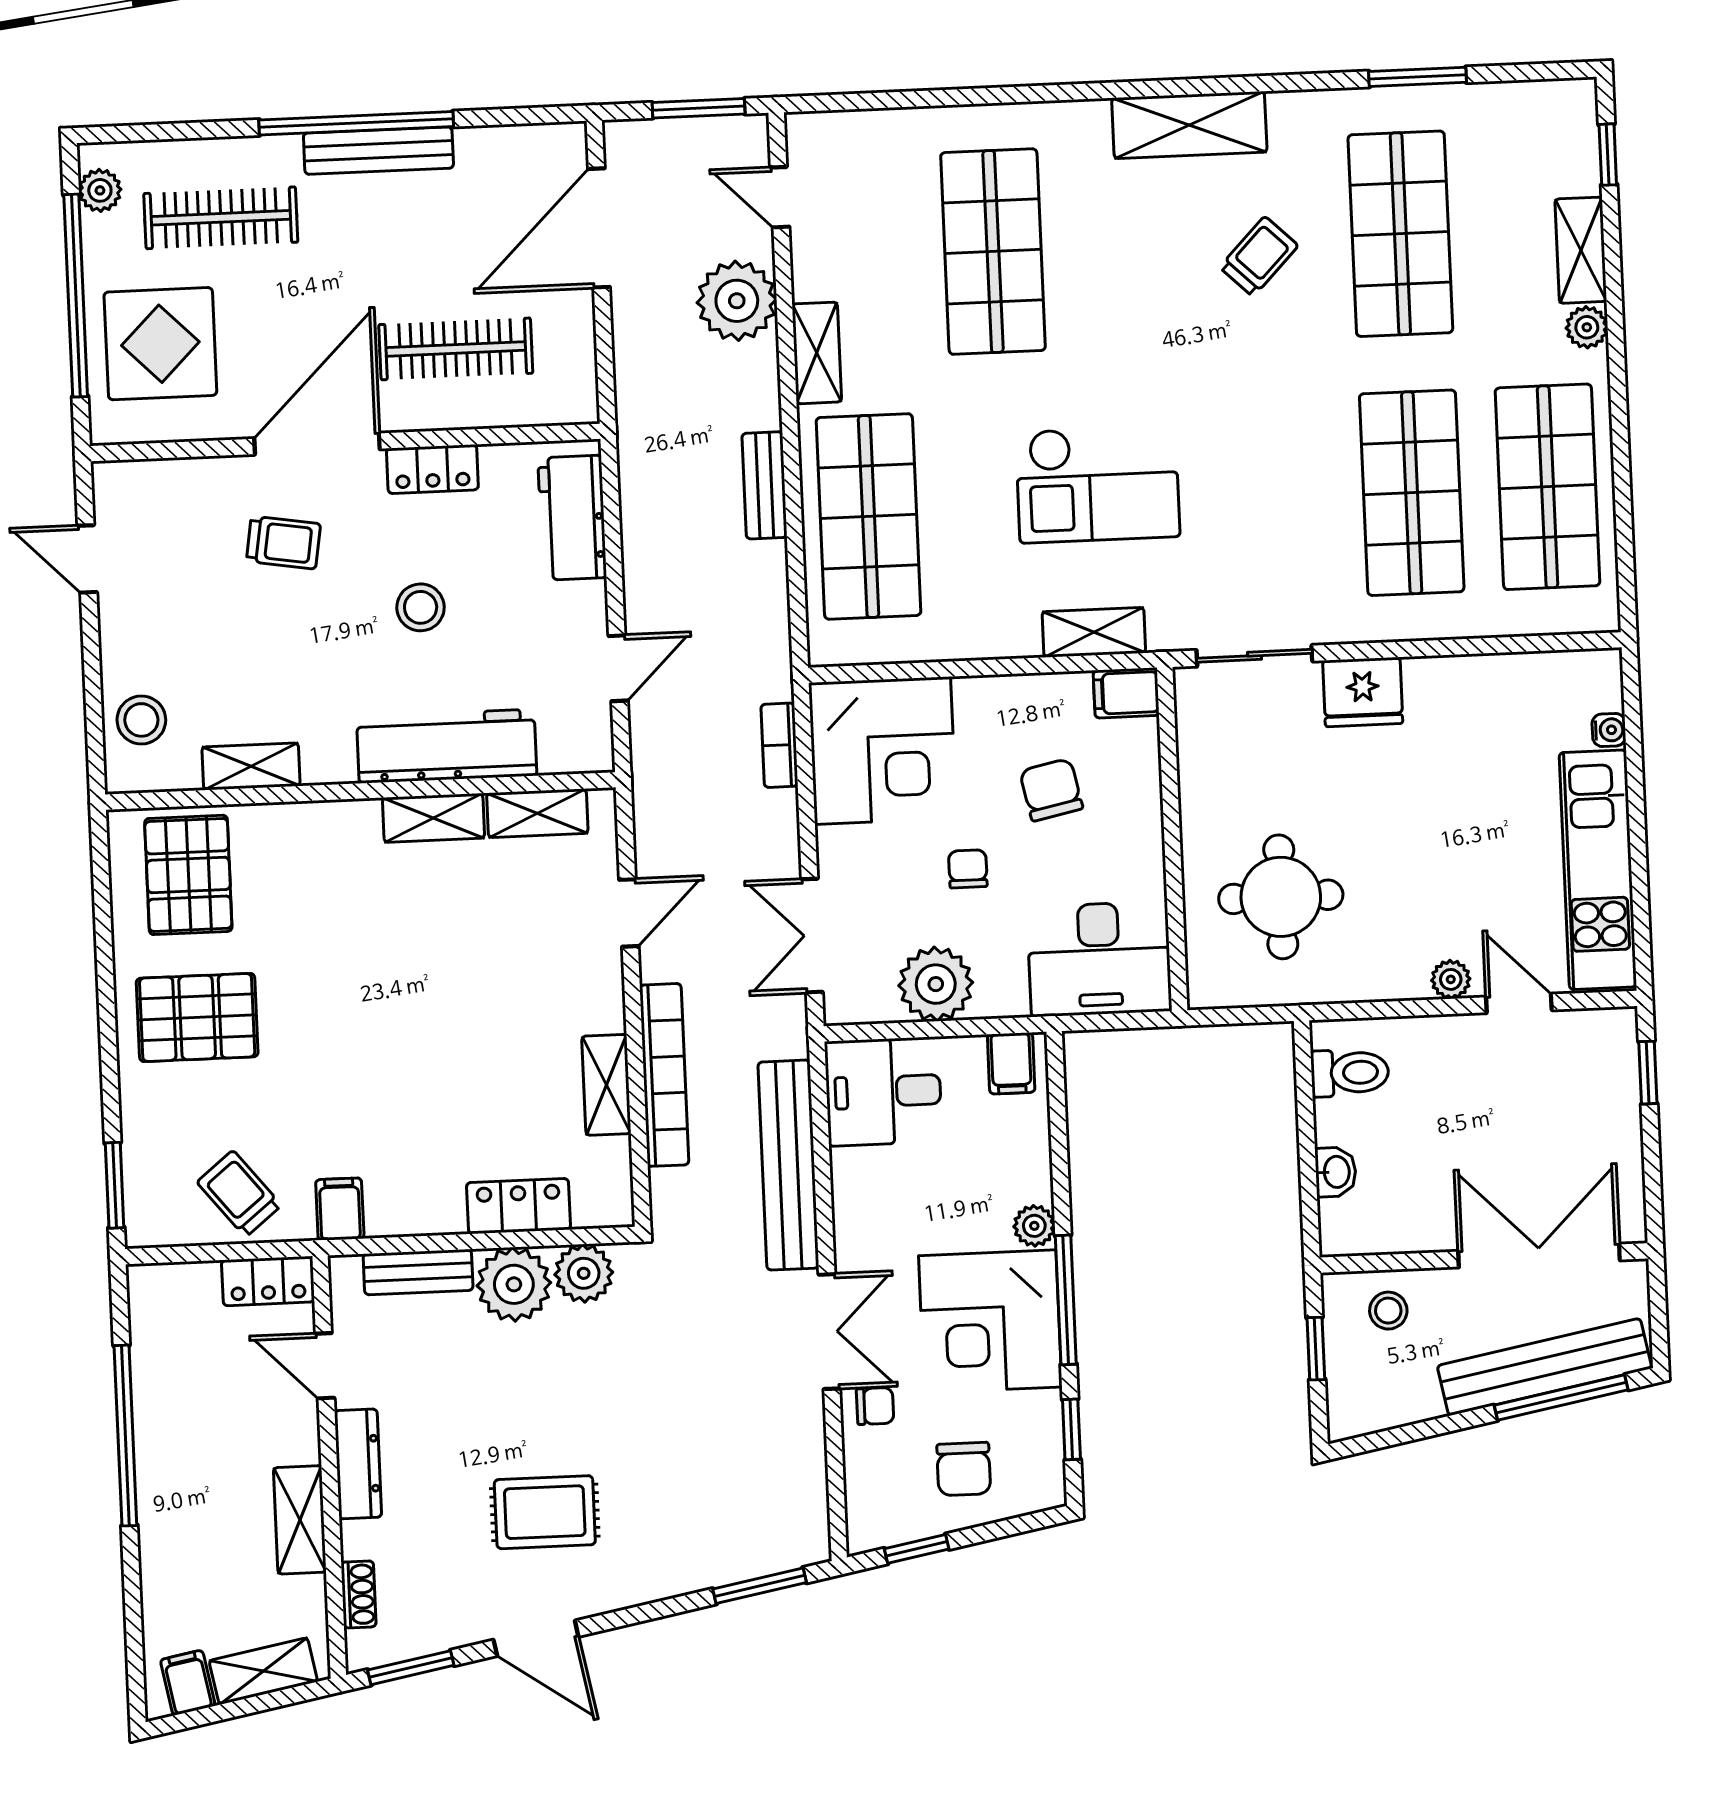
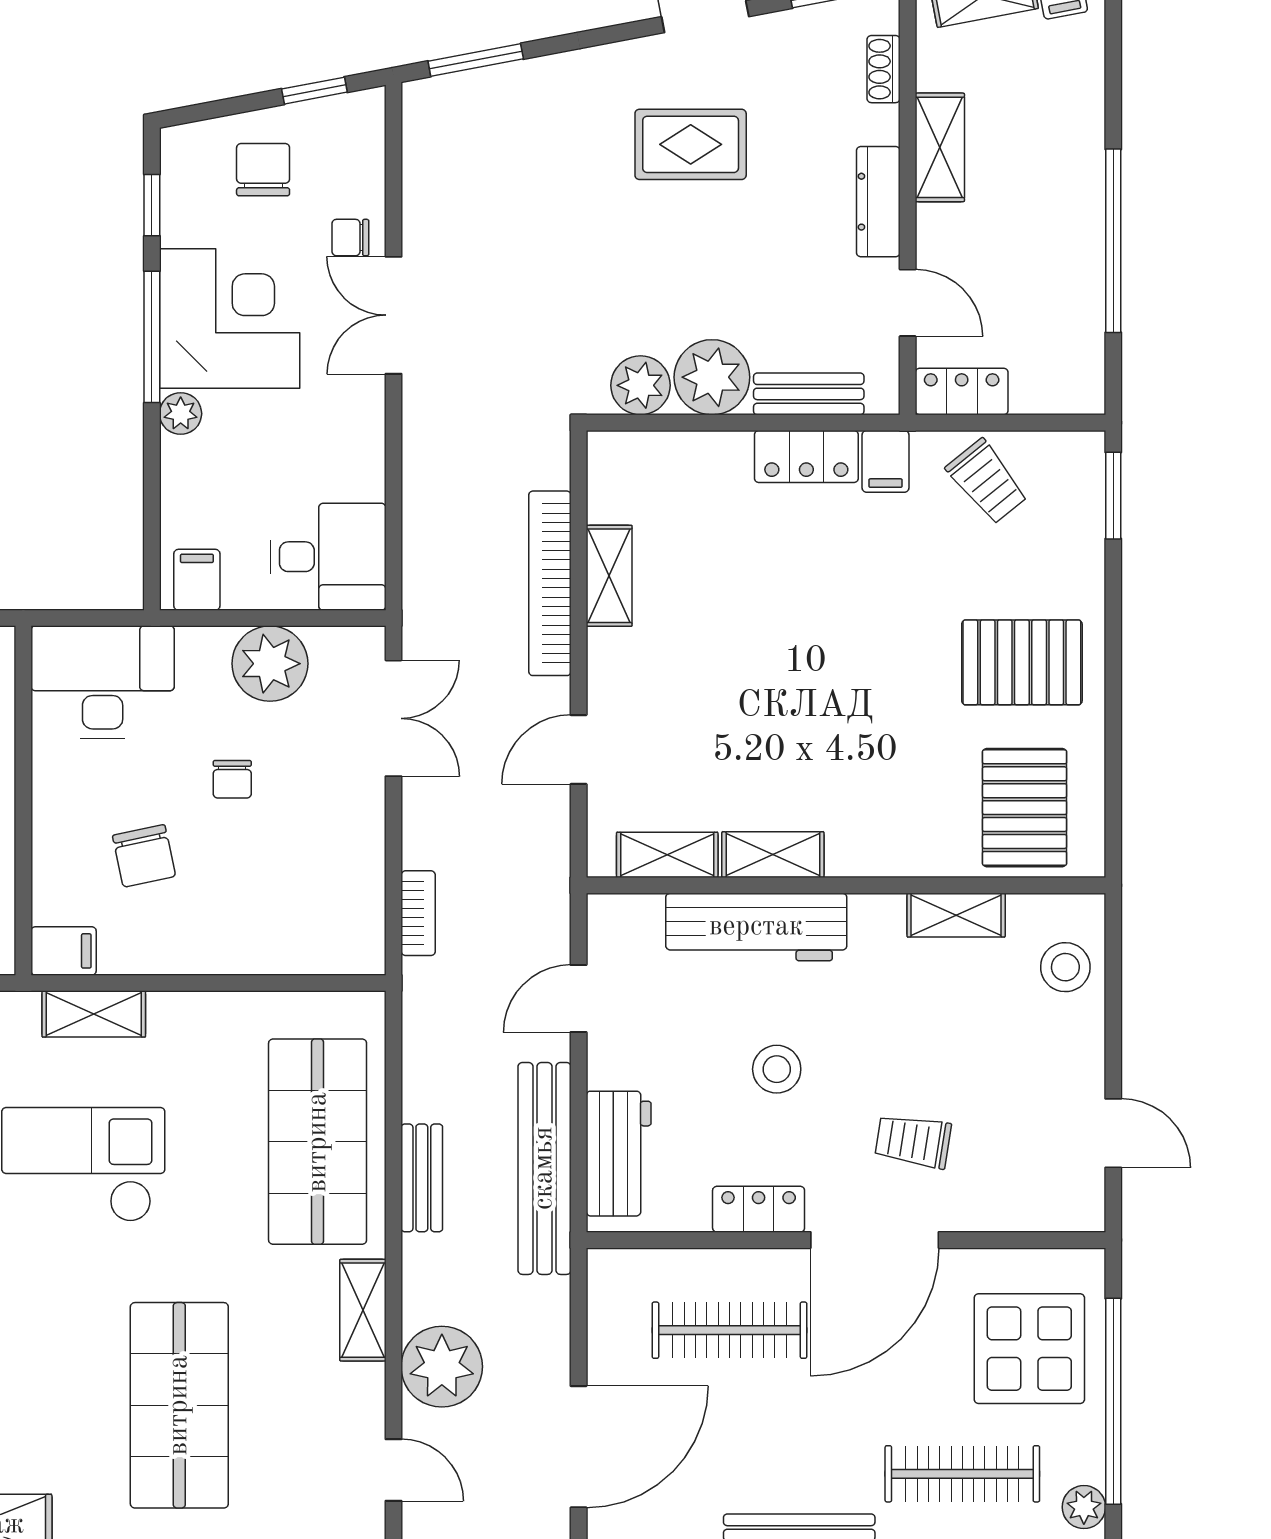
corner desk: (883, 751) -> (314, 903), removed
bench: (788, 1165) -> (544, 1168), moved
locker: (519, 1206) -> (806, 457), moved

